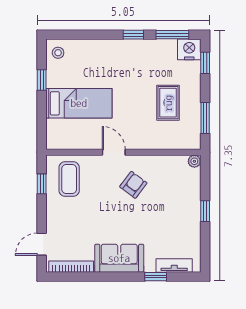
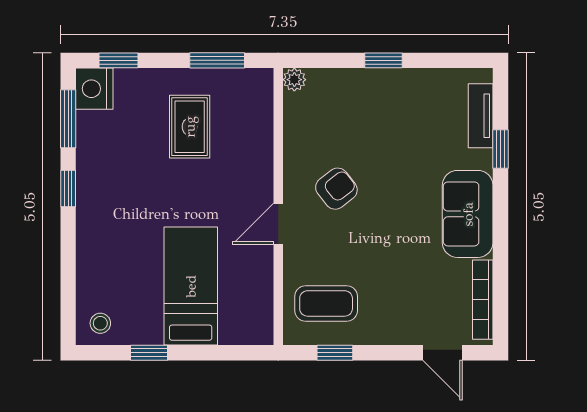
rug: (168, 103) -> (190, 127), turned 90
armchair: (133, 185) -> (336, 189), turned 105

